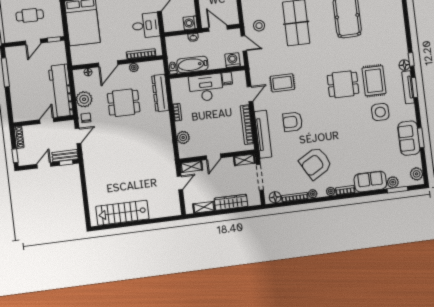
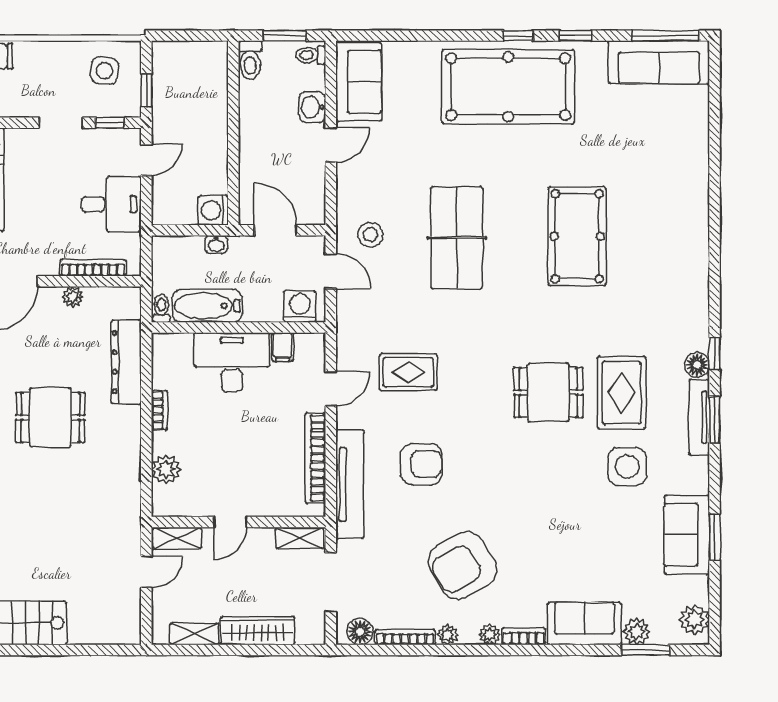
dining table: (124, 103) -> (50, 417), moved
armchair: (293, 122) -> (421, 464), turned 180

